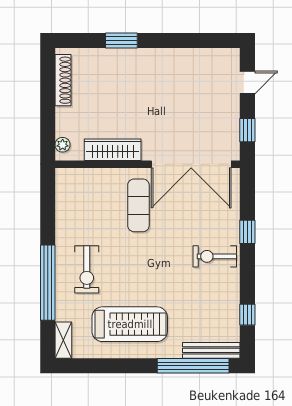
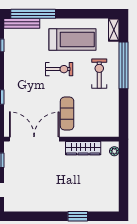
shoe rack: (63, 80) -> (114, 191), removed
exercise bike: (215, 256) -> (59, 69), moved
treadmill: (130, 324) -> (73, 40), turned 180

